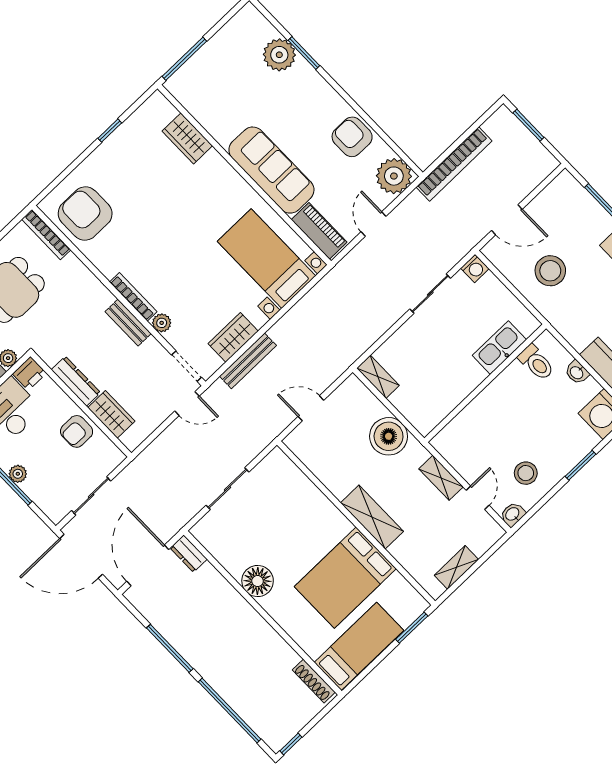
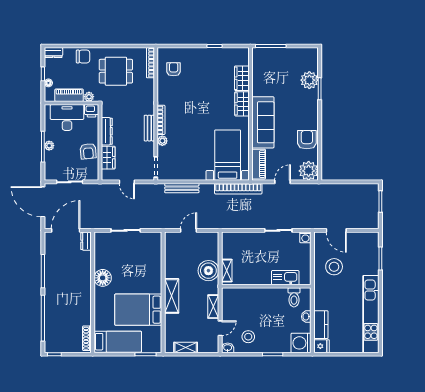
bookcase: (454, 164) -> (238, 189), moved
armchair: (85, 214) -> (174, 69), width x0.53, depth x0.53
wardrobe: (233, 337) -> (242, 104), moved, turned -90
shelving: (378, 377) -> (227, 271), moved
door: (187, 404) -> (127, 182), moved
door: (311, 408) -> (189, 230), hinge flipped
armchair: (77, 431) -> (88, 151), turned -95

